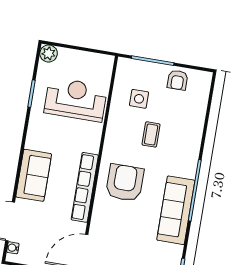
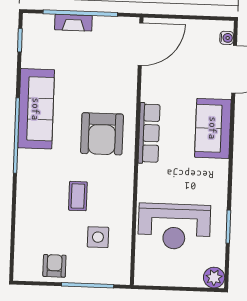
row of seats: (85, 187) -> (149, 133), width x0.73

